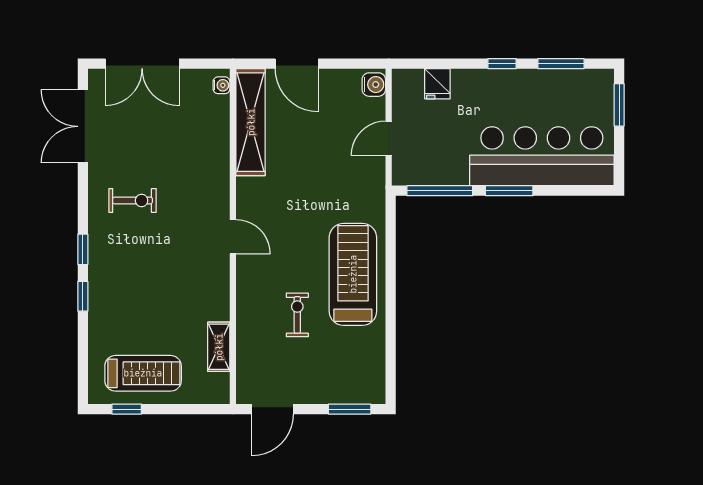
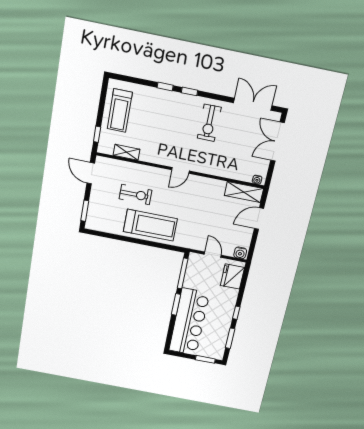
fridge: (437, 84) -> (232, 277), width x1.88, depth x1.34
shelving: (251, 122) -> (244, 192), width x0.68
exercise bike: (133, 200) -> (209, 123), width x1.38, depth x1.39
exercise bike: (297, 315) -> (135, 195), width x1.38, depth x1.39
window: (127, 409) -> (97, 134), moved

